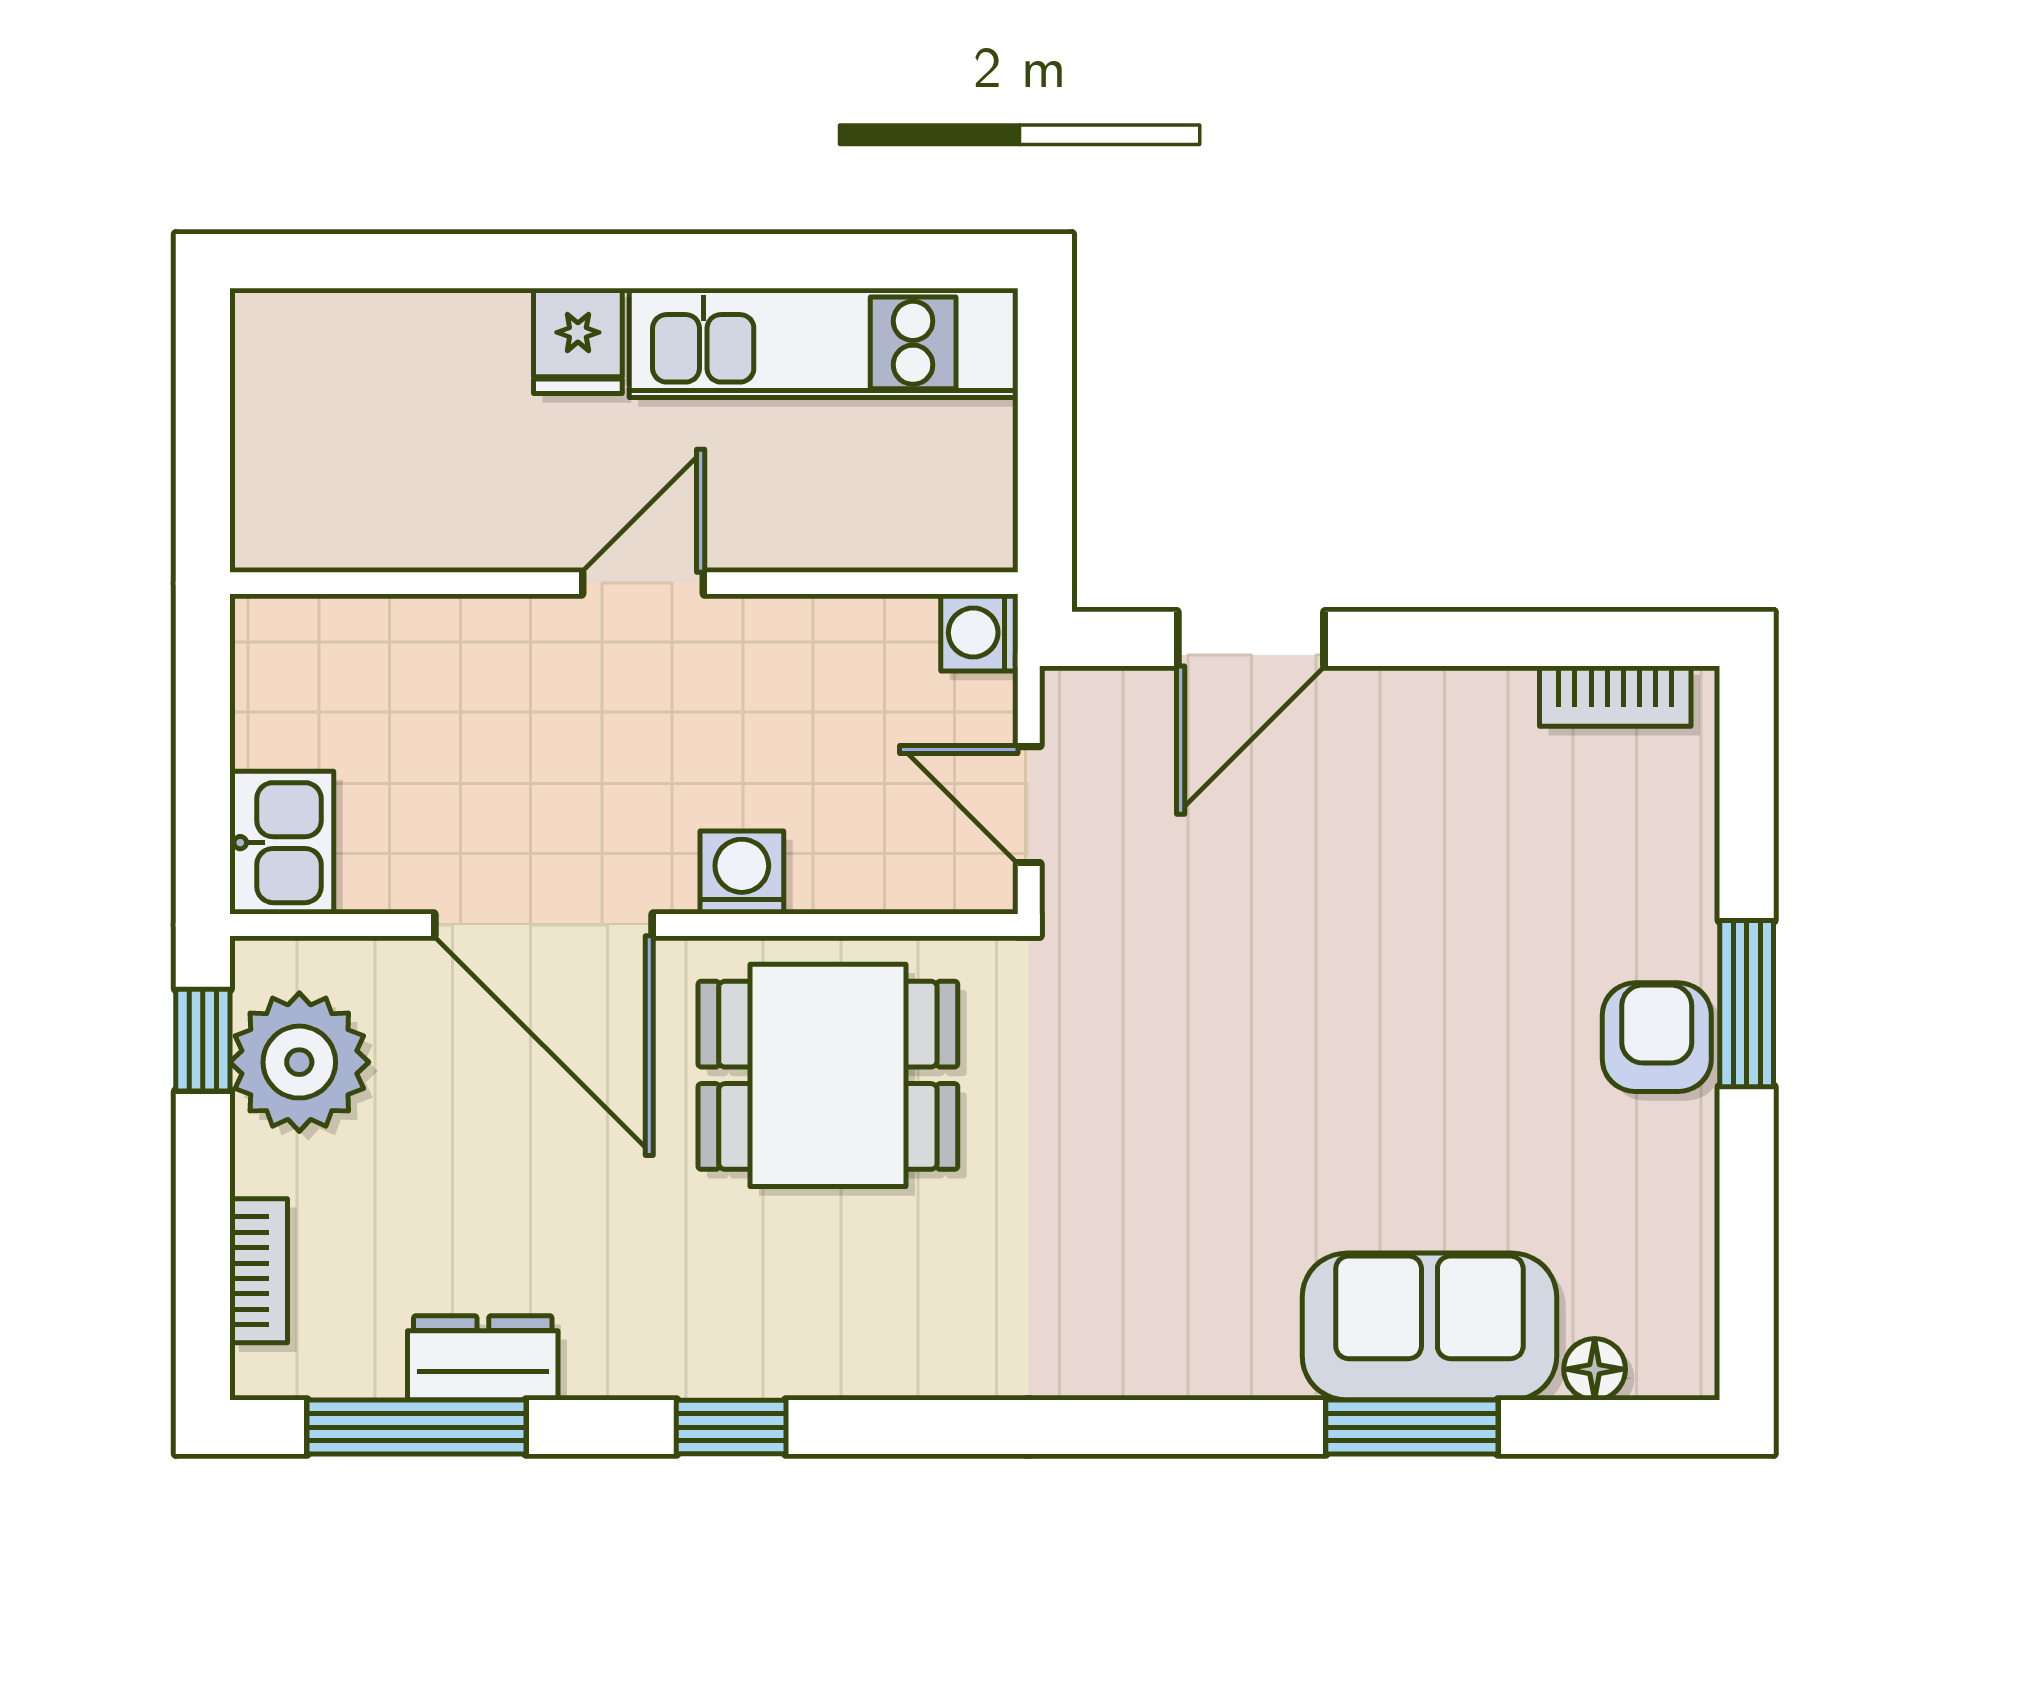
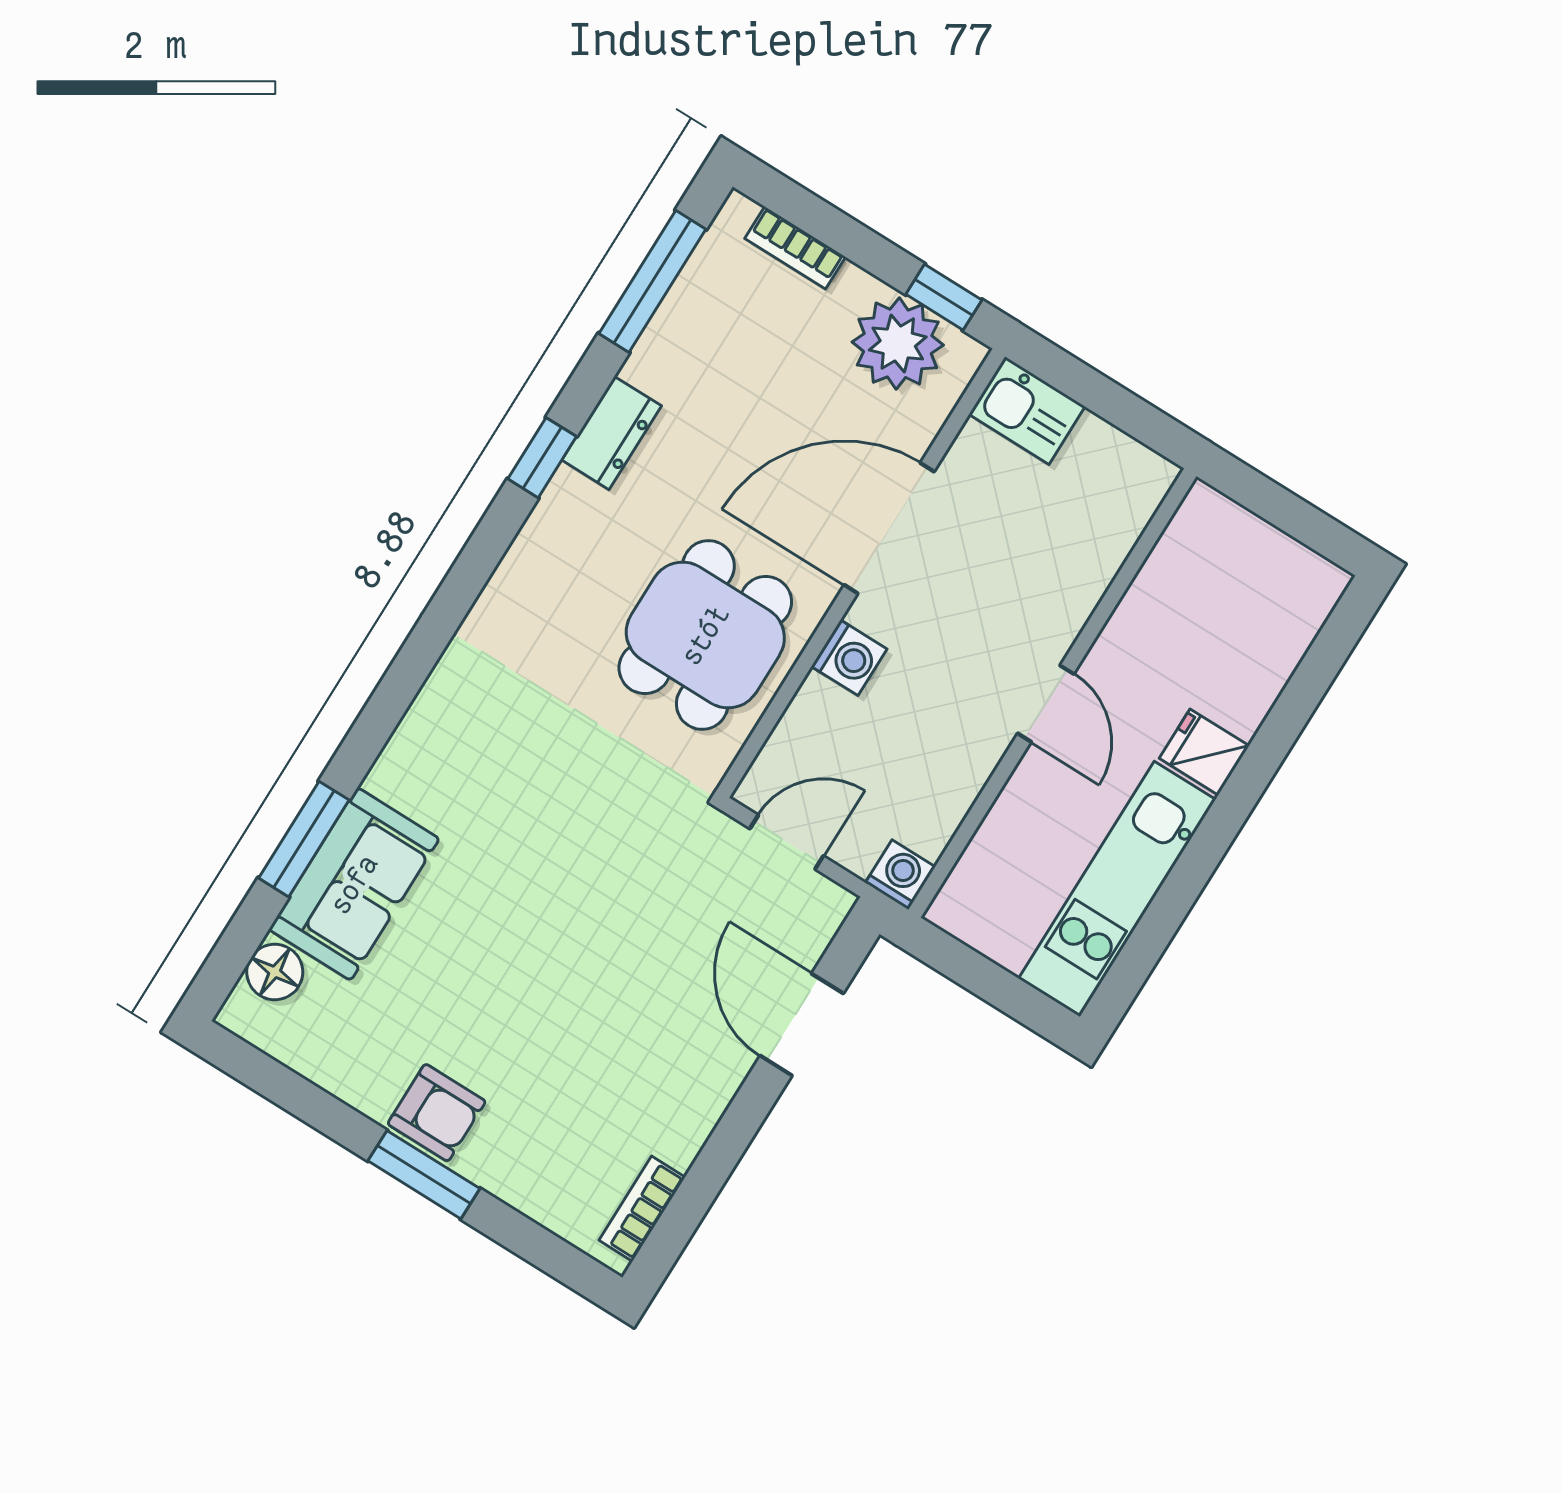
dresser: (483, 1358) -> (612, 433), moved
floor lamp: (1595, 1369) -> (275, 972), width x1.37, depth x1.37

